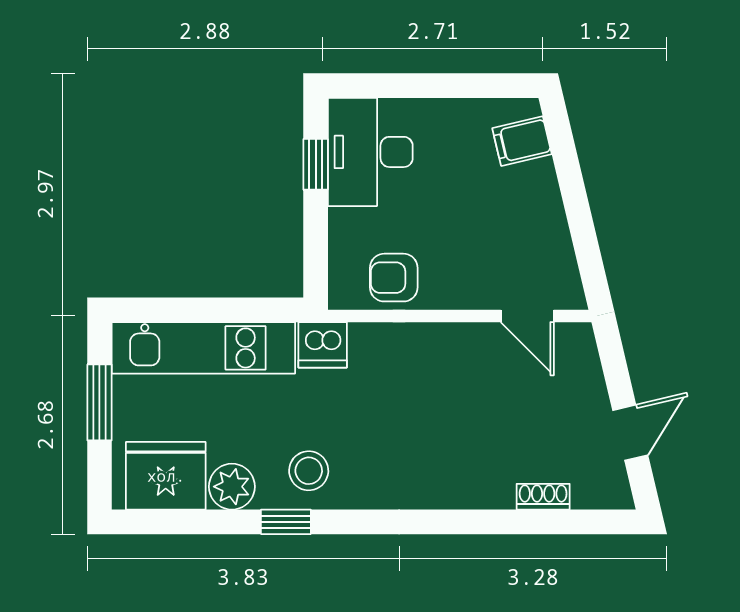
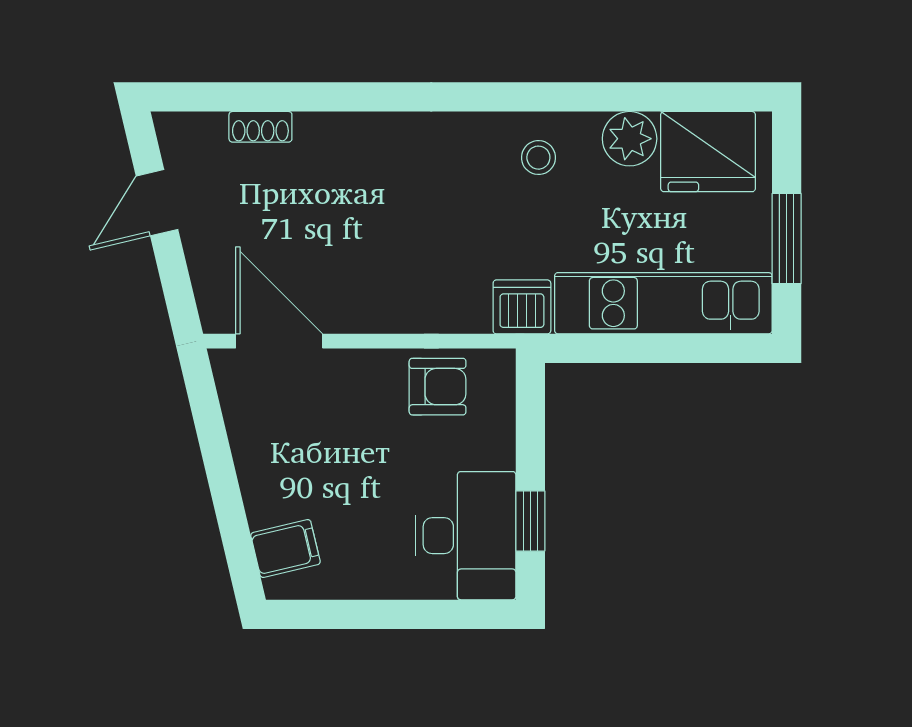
door: (527, 316) -> (279, 341), width x1.38
stool: (309, 471) -> (538, 158), width x0.73, depth x0.73
window: (286, 522) -> (566, 97), removed

